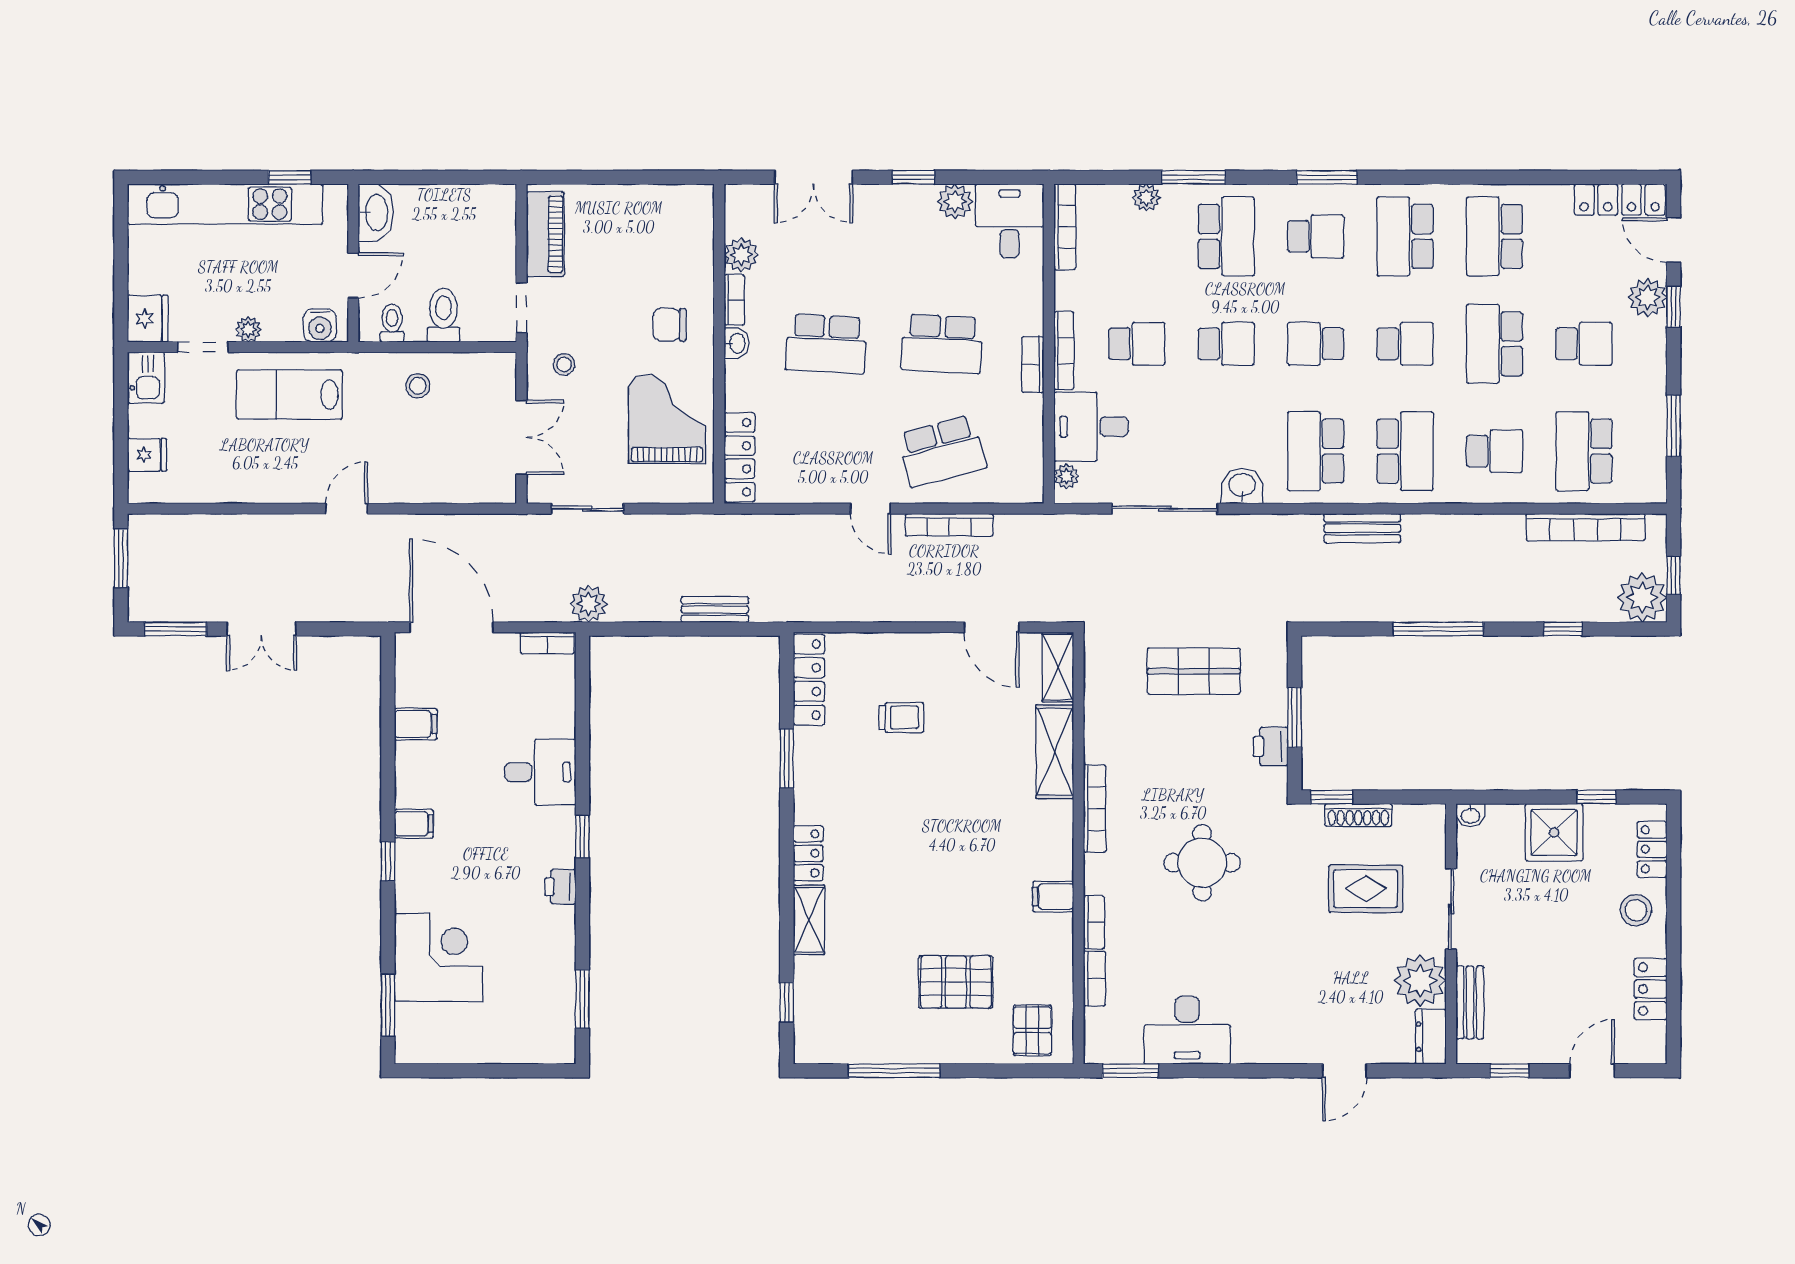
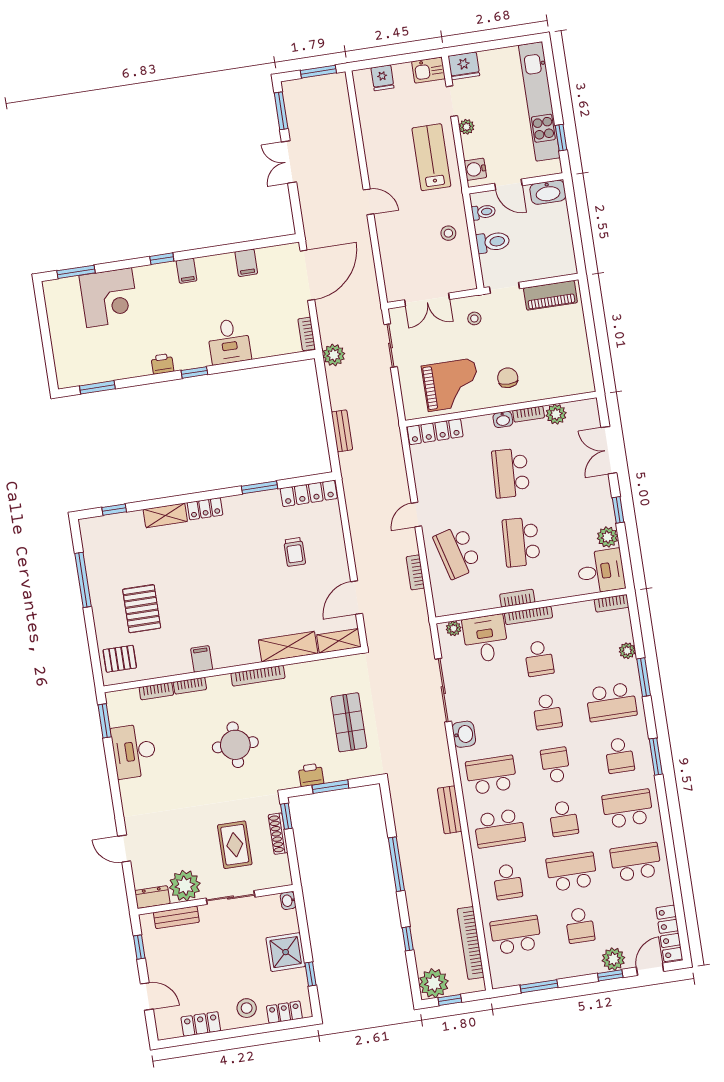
bookcase: (1065, 227) -> (612, 603), width x0.64
bookcase: (949, 525) -> (415, 572), width x0.64

